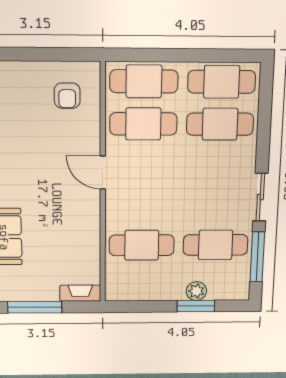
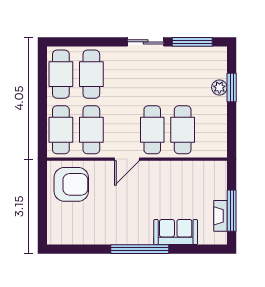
armchair: (67, 96) -> (71, 184), width x1.88, depth x1.88
cafe table: (216, 245) -> (152, 130), moved
fireplace: (80, 293) -> (220, 216), moved

